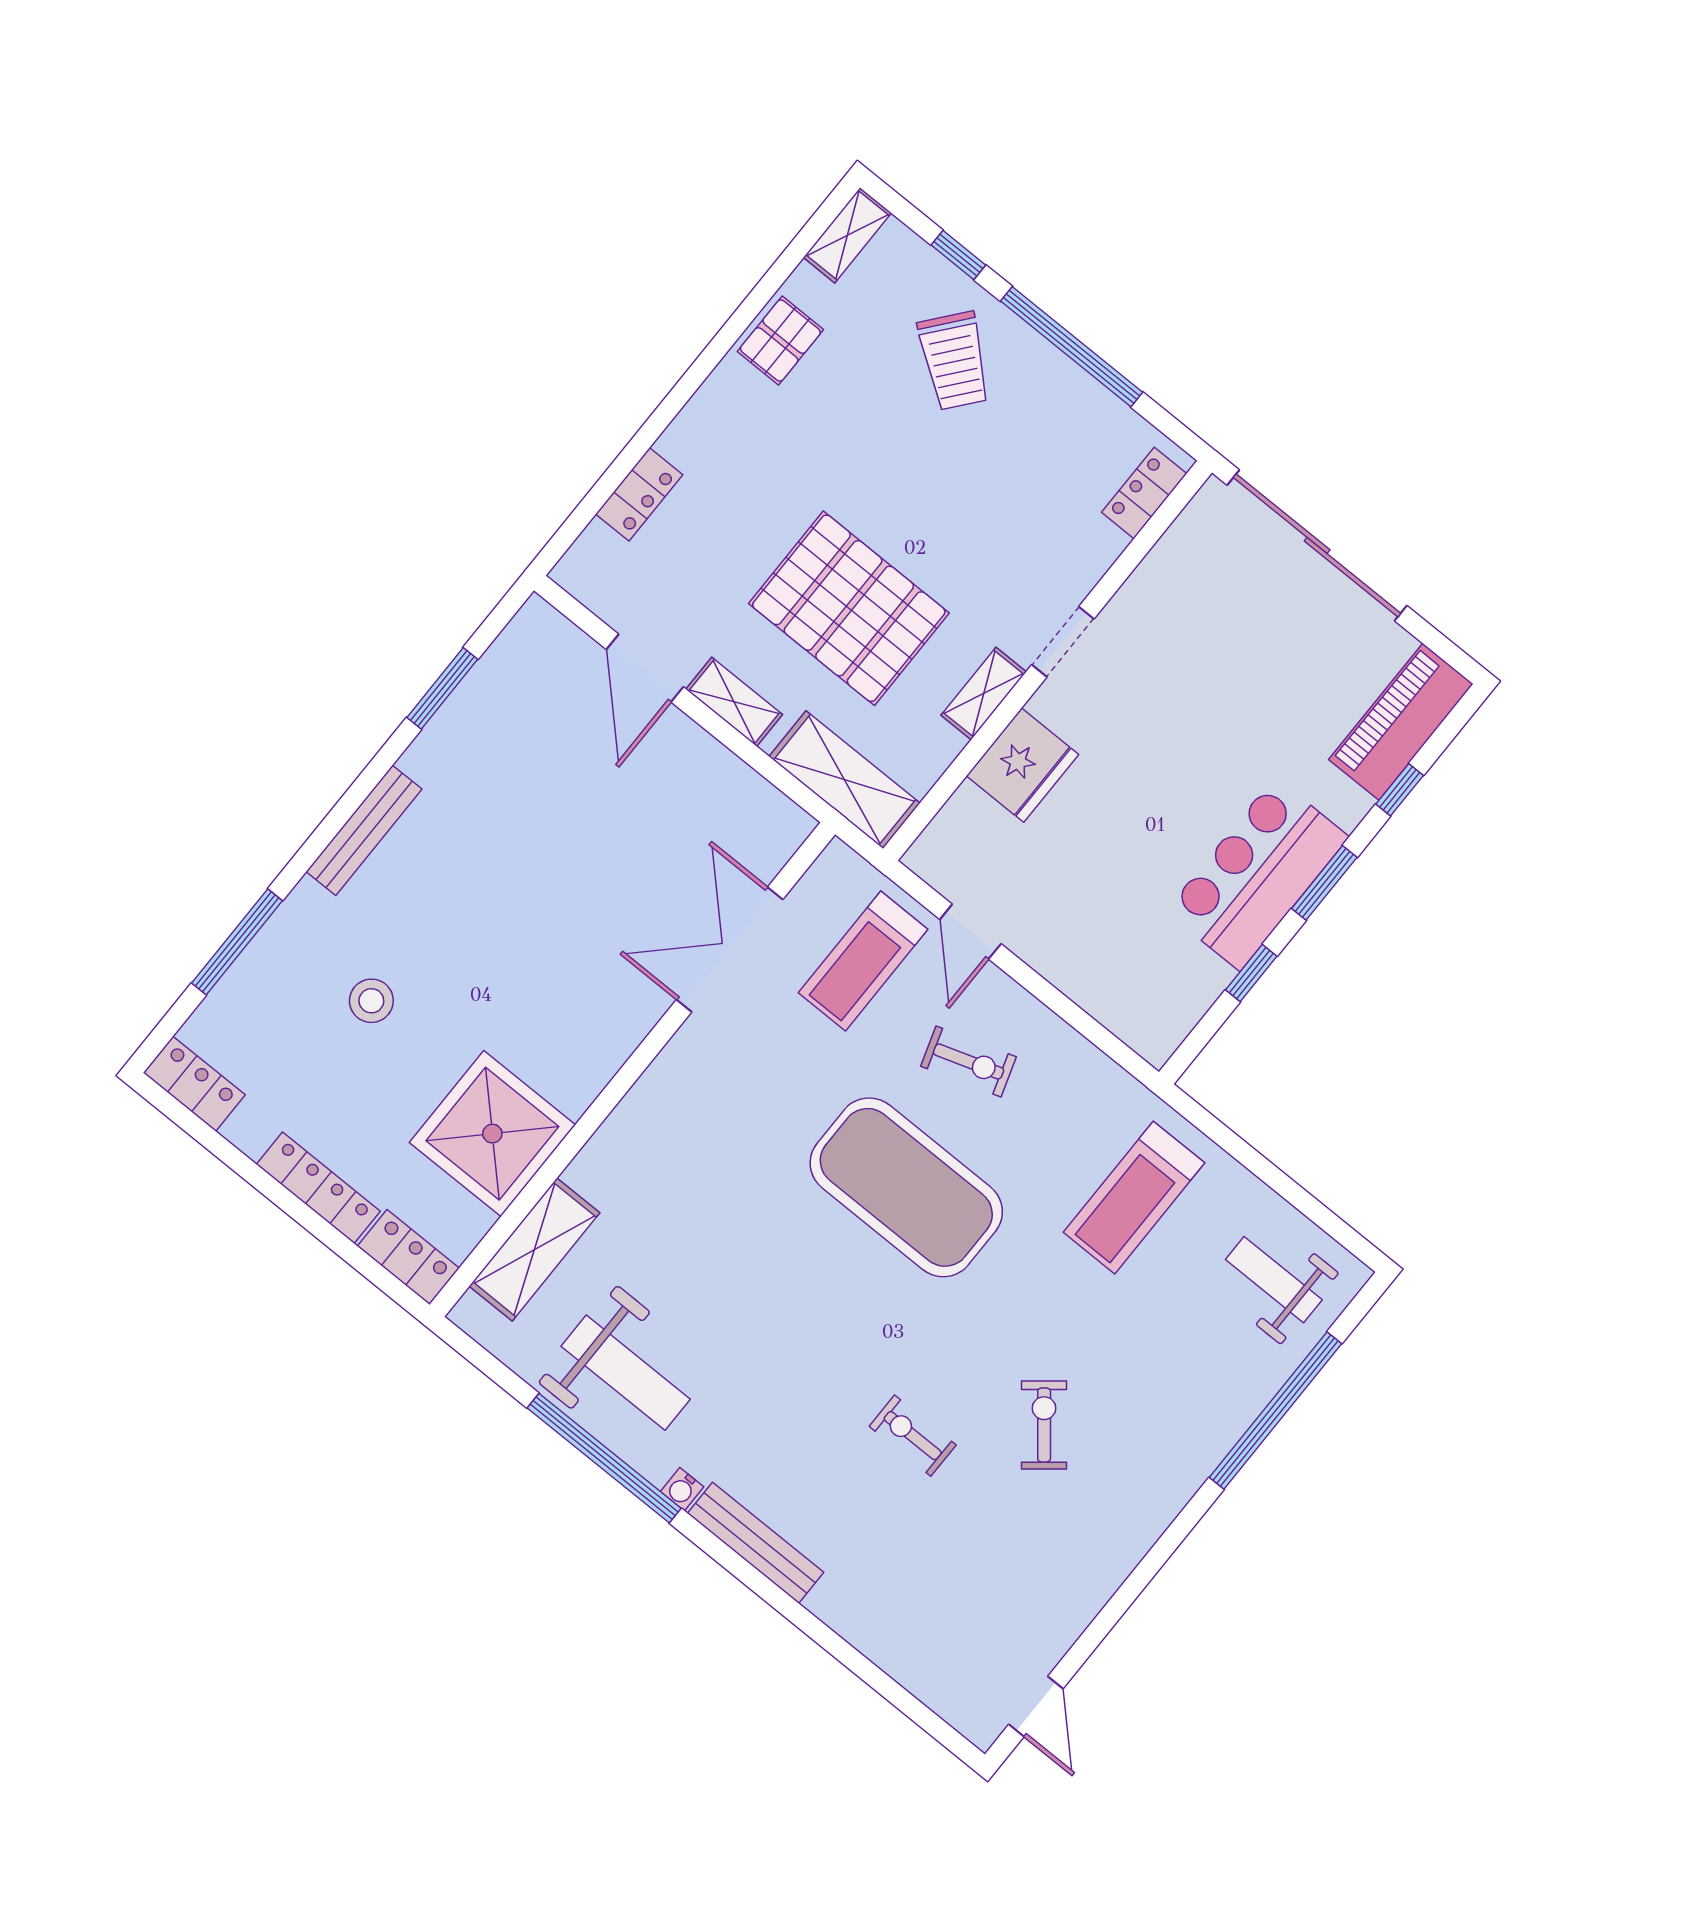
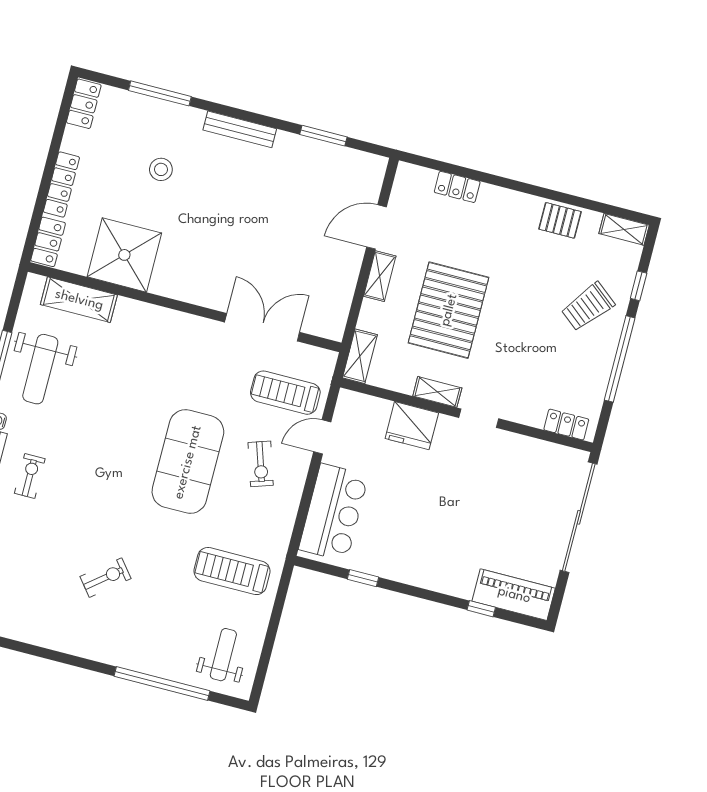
shelving: (844, 780) -> (360, 356), width x0.67, depth x0.75
bar counter: (1257, 874) -> (333, 512), moved, turned 90
window: (1324, 883) -> (421, 593), removed
exercise bike: (913, 1436) -> (30, 476), moved

